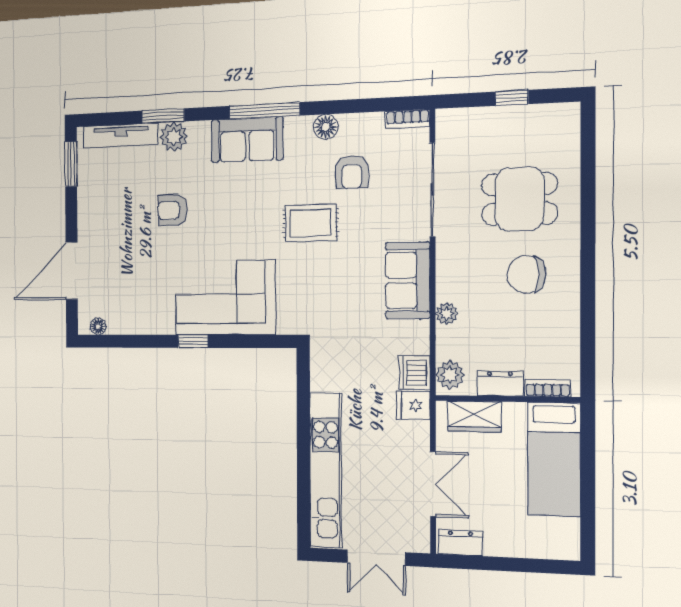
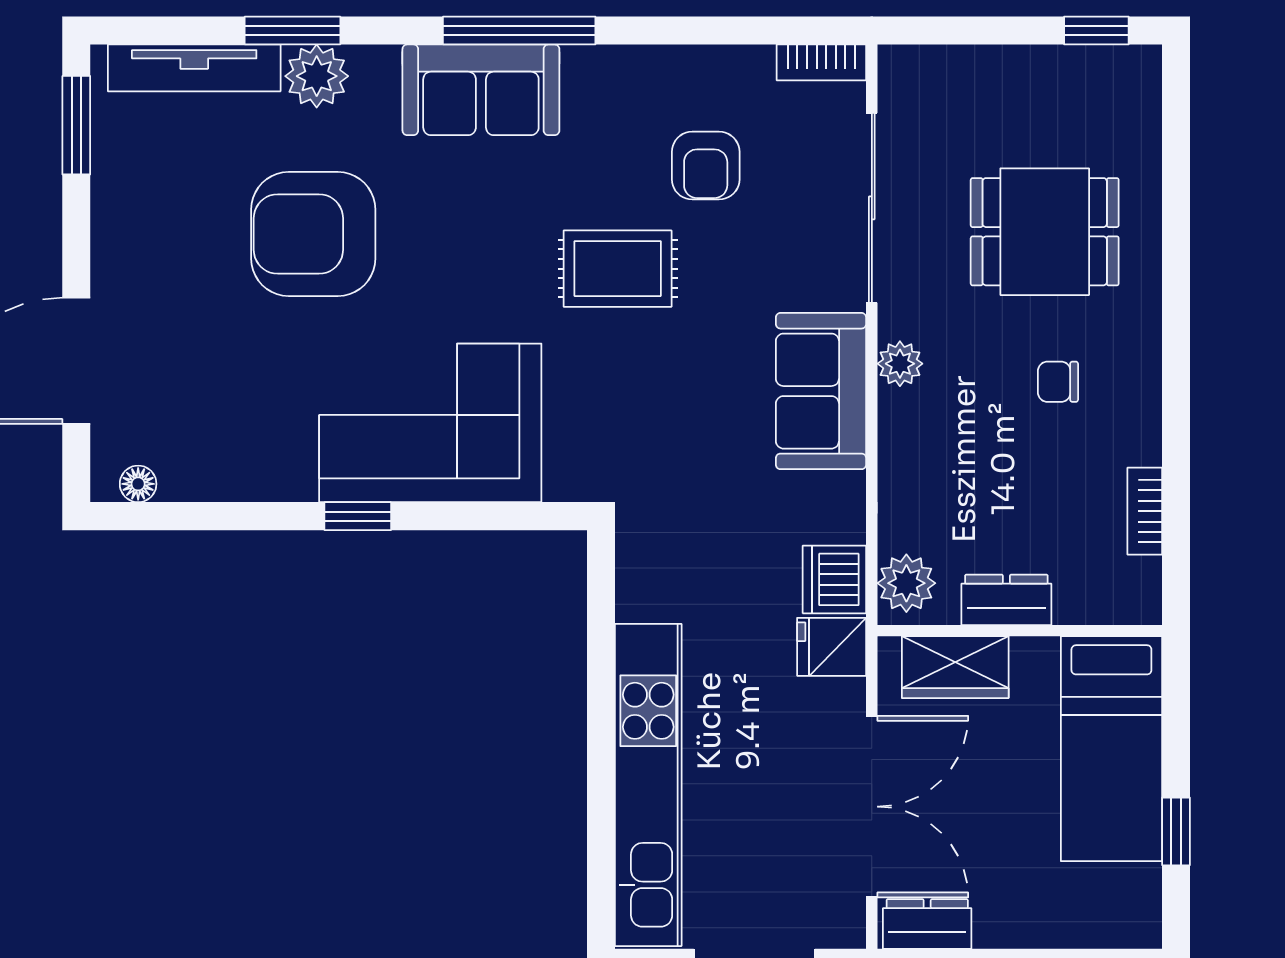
window: (511, 98) -> (1096, 30), moved
floor lamp: (326, 127) -> (651, 70), removed
armchair: (173, 210) -> (313, 234), width x1.88, depth x1.88
chair: (526, 274) -> (1058, 382), width x0.54, depth x0.54
plant: (447, 314) -> (900, 364), moved
bookcase: (548, 388) -> (1145, 511), moved, turned -90
double door: (433, 484) -> (872, 807), width x1.37
window: (588, 502) -> (1176, 831), added

